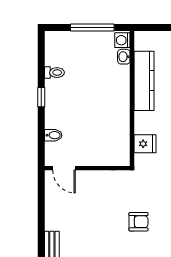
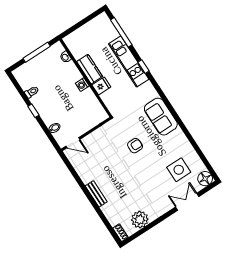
washing machine: (122, 40) -> (82, 85), moved
kitchen counter: (144, 81) -> (90, 69), width x0.67
fridge: (145, 144) -> (101, 86), moved

